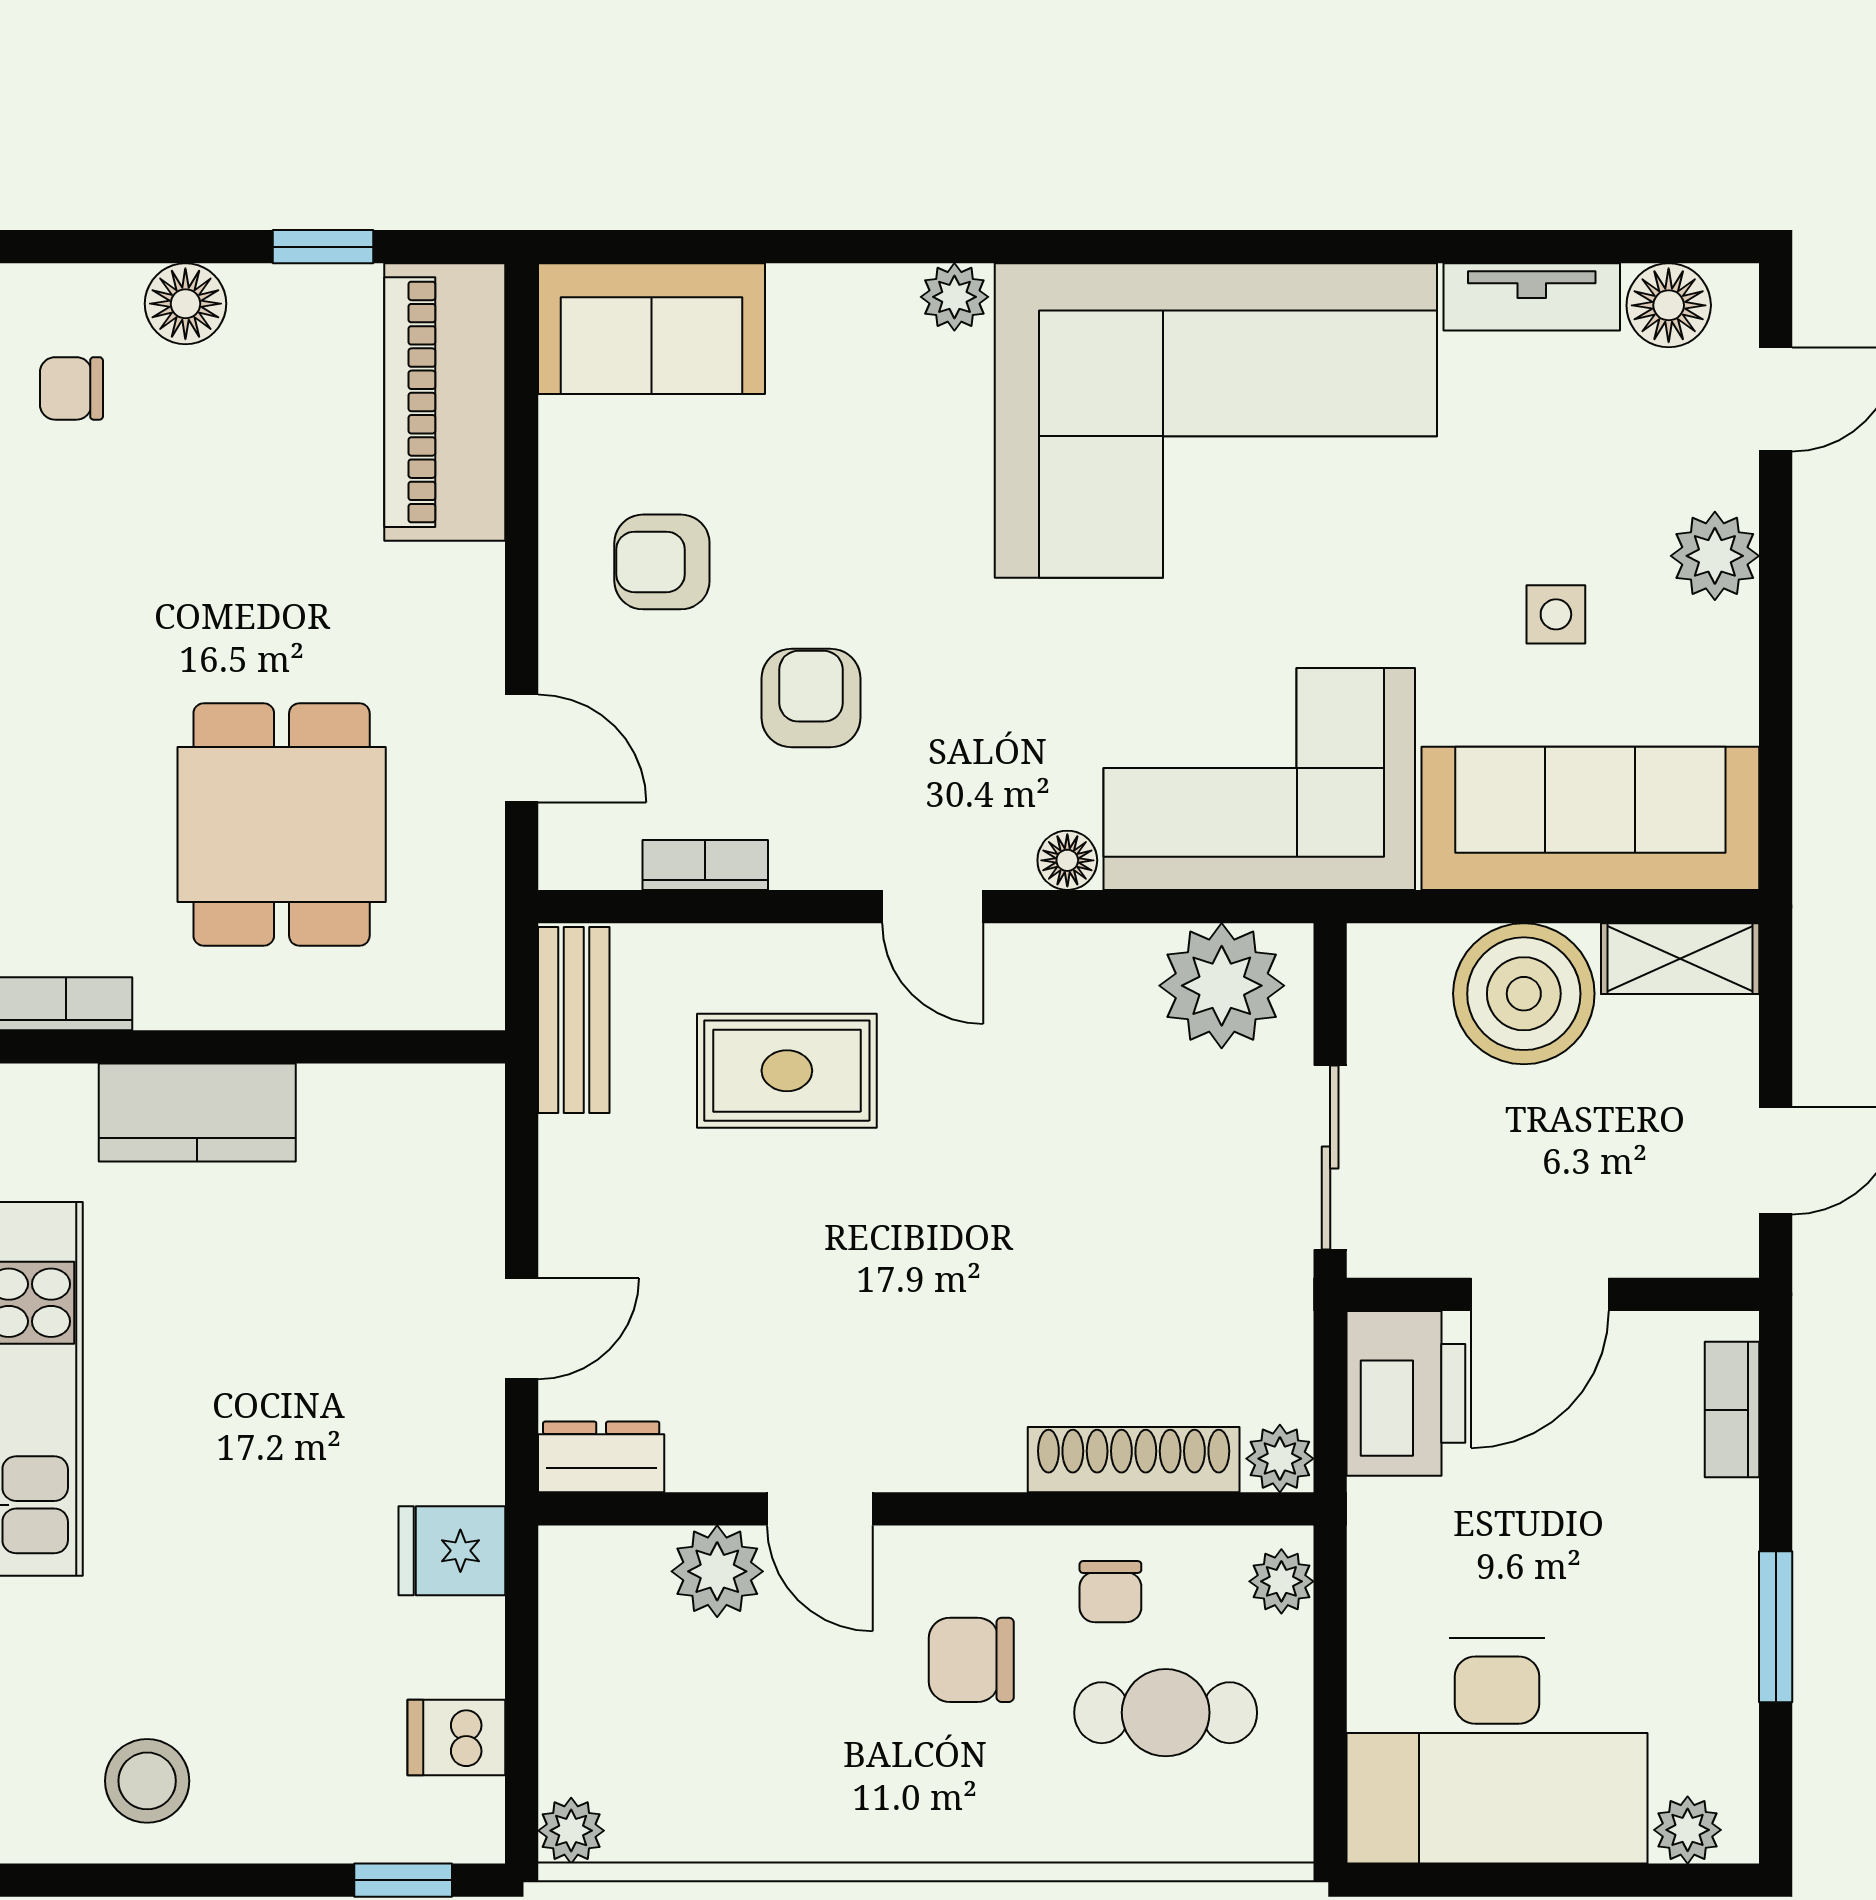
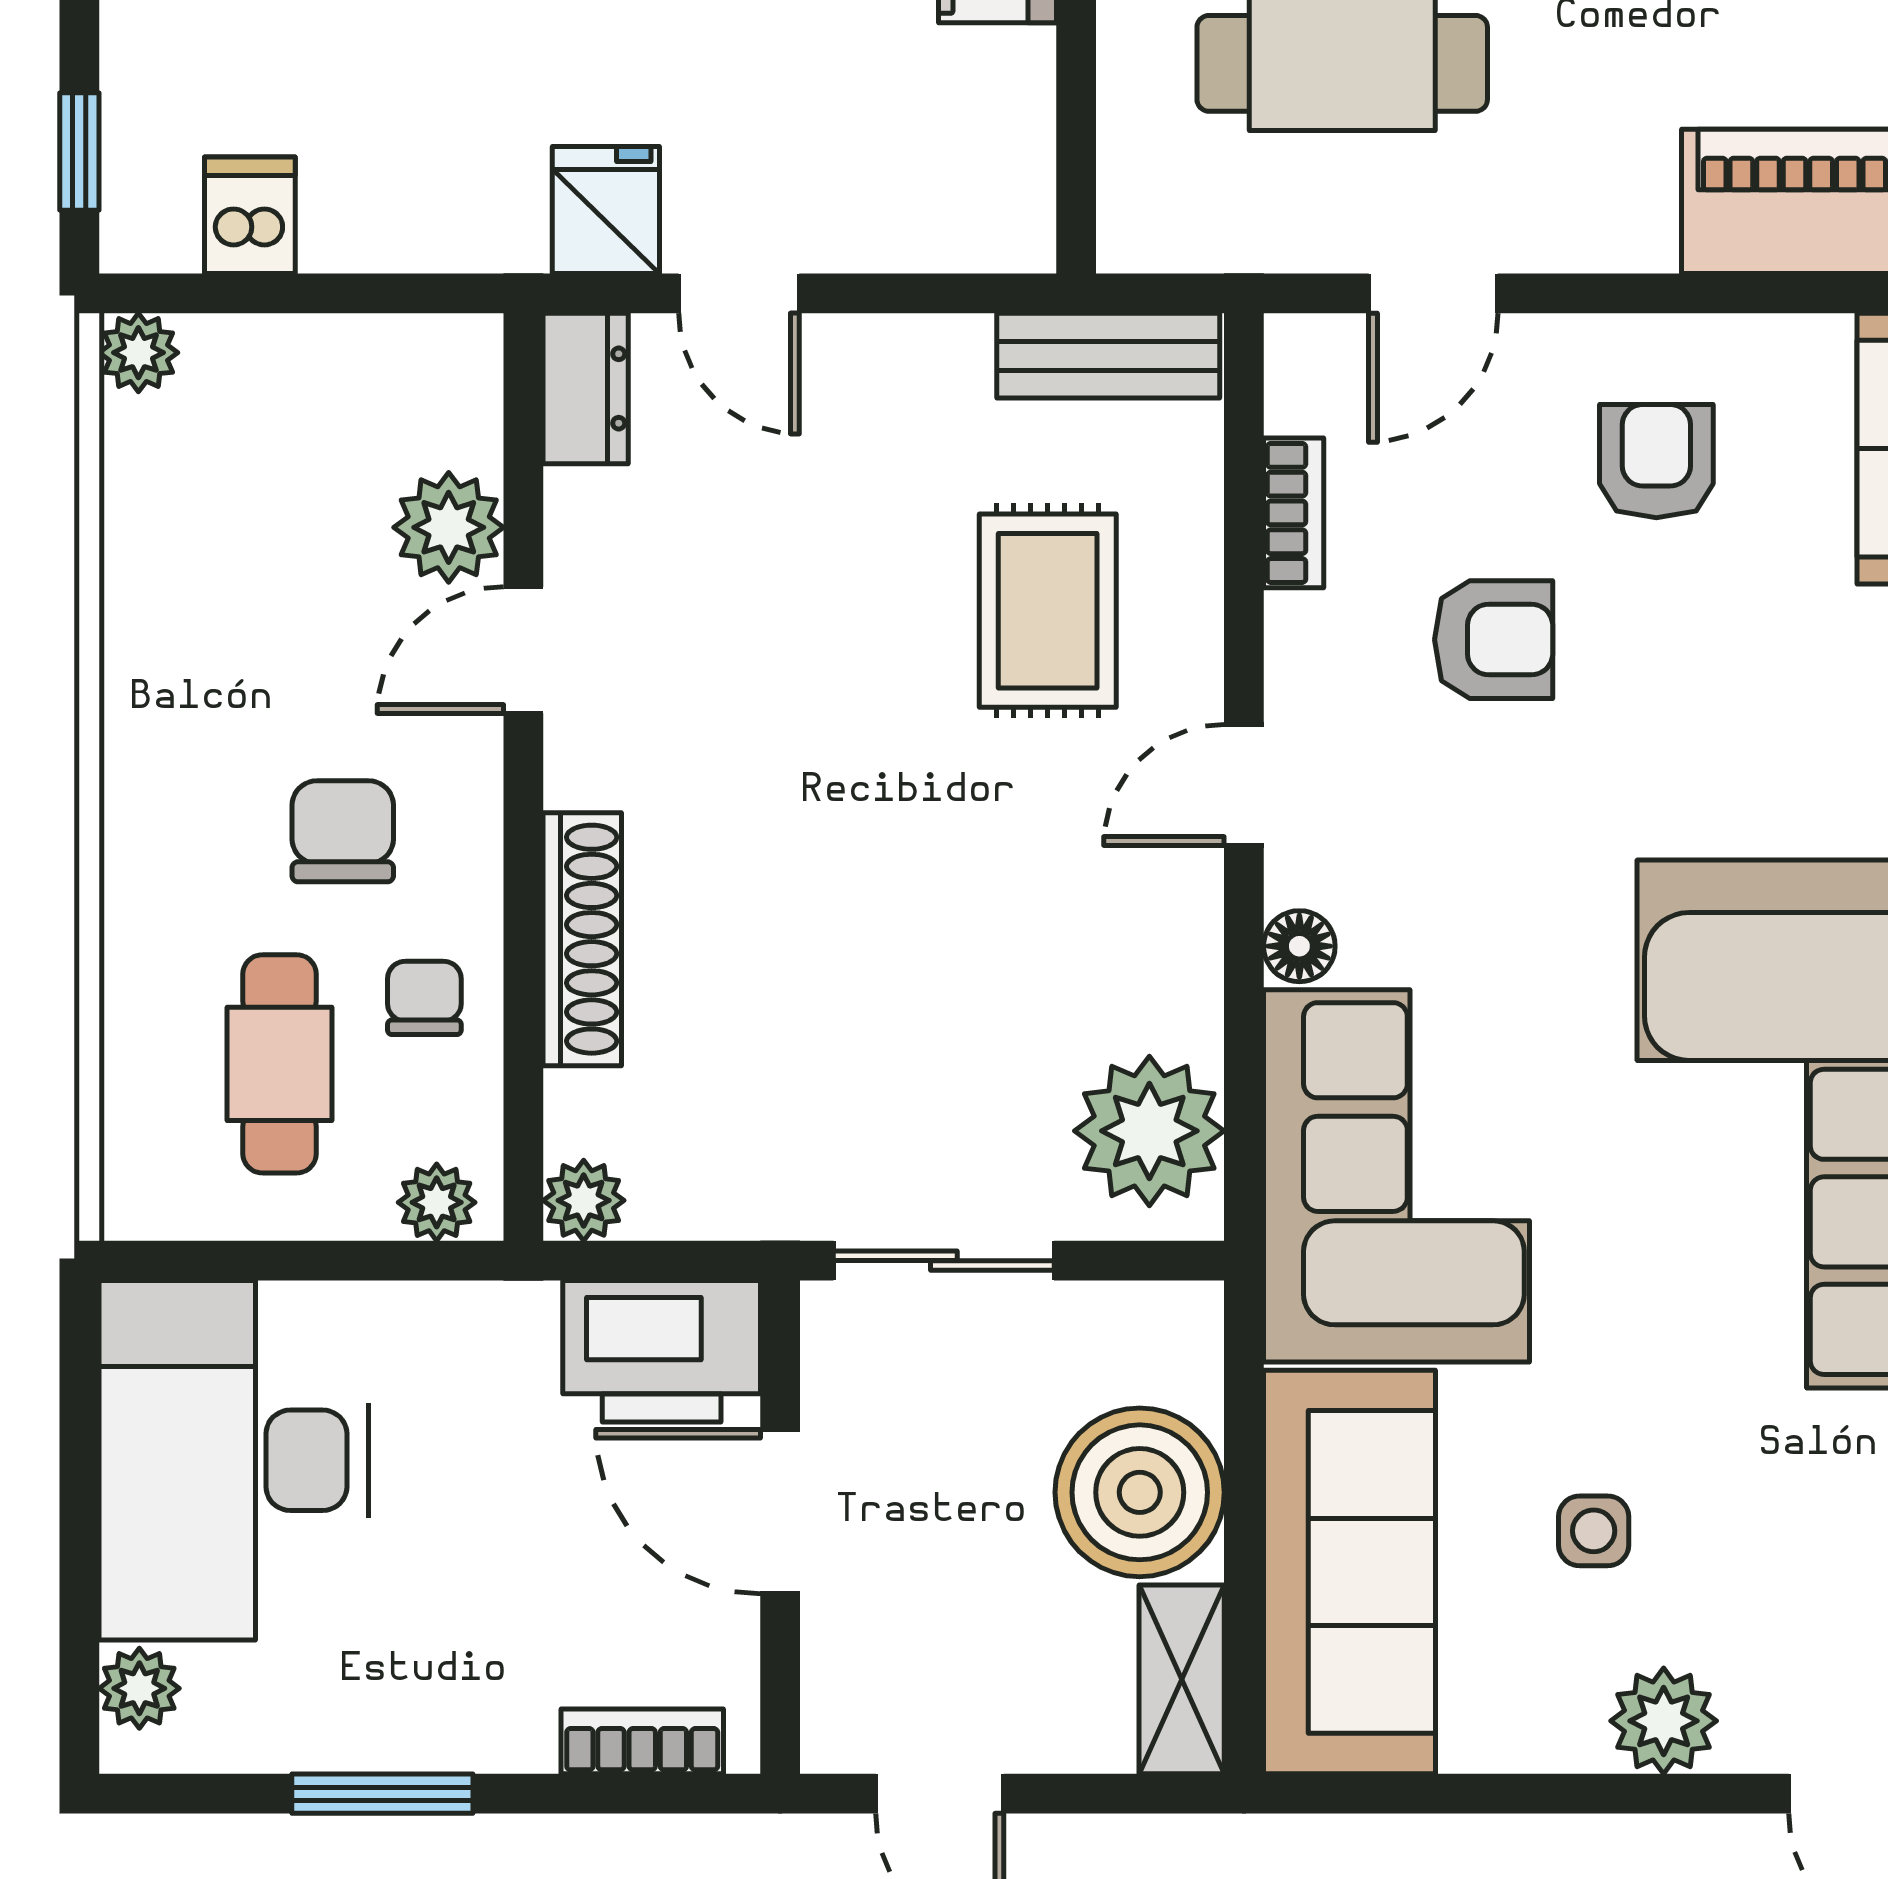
shoe rack: (1134, 1460) -> (582, 939), moved
fridge: (452, 1551) -> (606, 210), moved
chair: (1110, 1592) -> (424, 998), turned 90

